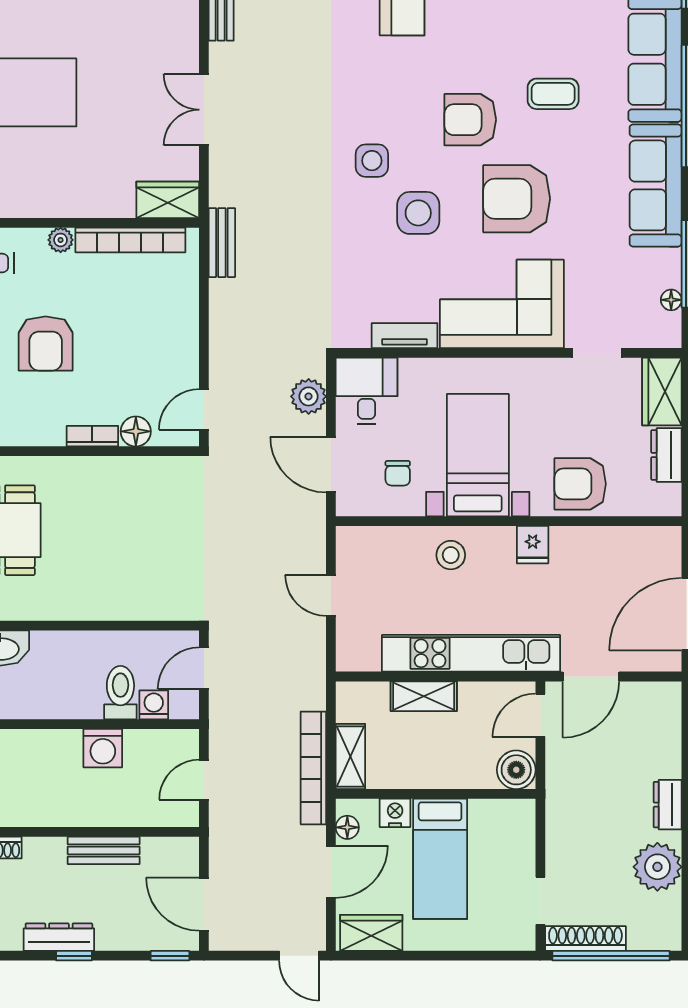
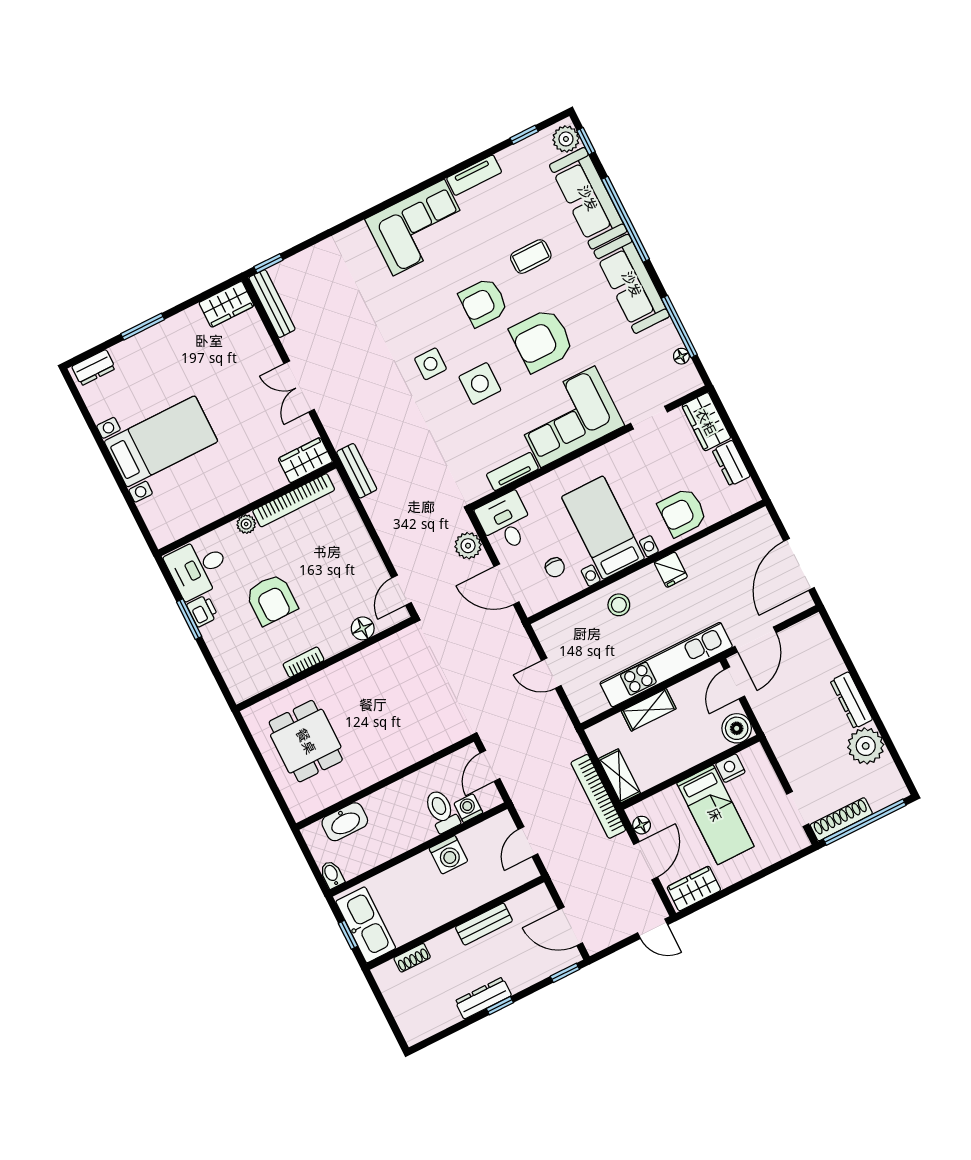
bookcase: (92, 436) -> (304, 662), moved
dresser: (668, 805) -> (851, 700), width x1.44
nightstand: (395, 813) -> (730, 768), moved

